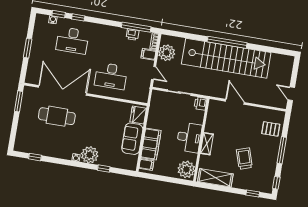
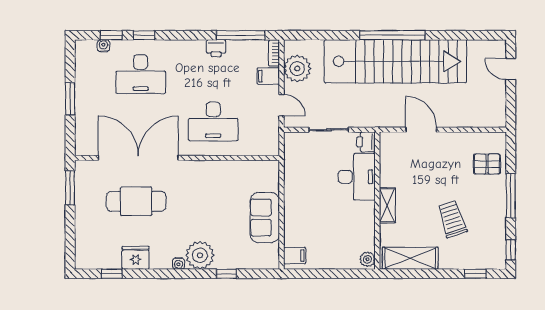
printer: (133, 35) -> (216, 48), moved
door: (291, 94) -> (511, 69), moved
fridge: (138, 115) -> (136, 258), moved, turned 90
desk: (189, 137) -> (357, 177), moved
filing cabinet: (151, 144) -> (297, 221), removed
plant: (186, 169) -> (368, 259), width x0.53, depth x0.53

